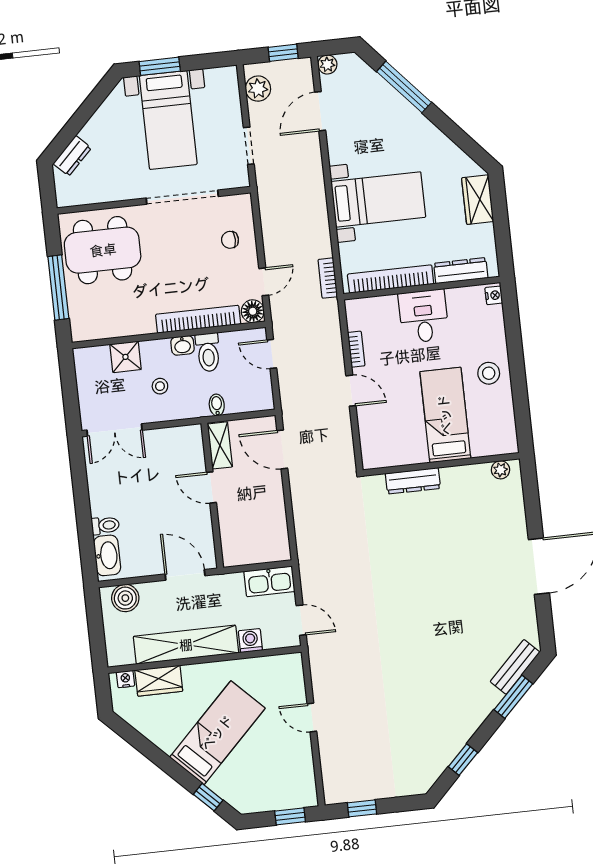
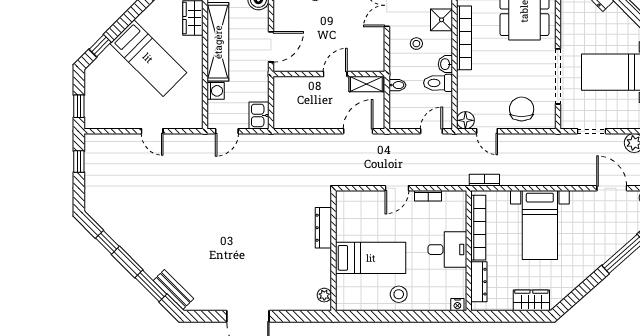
chair: (230, 240) -> (522, 109), width x1.87, depth x1.87
bookcase: (198, 319) -> (464, 38), moved
kitchen sink: (269, 581) -> (259, 115), width x0.73
door: (312, 717) -> (152, 131), swing flipped

